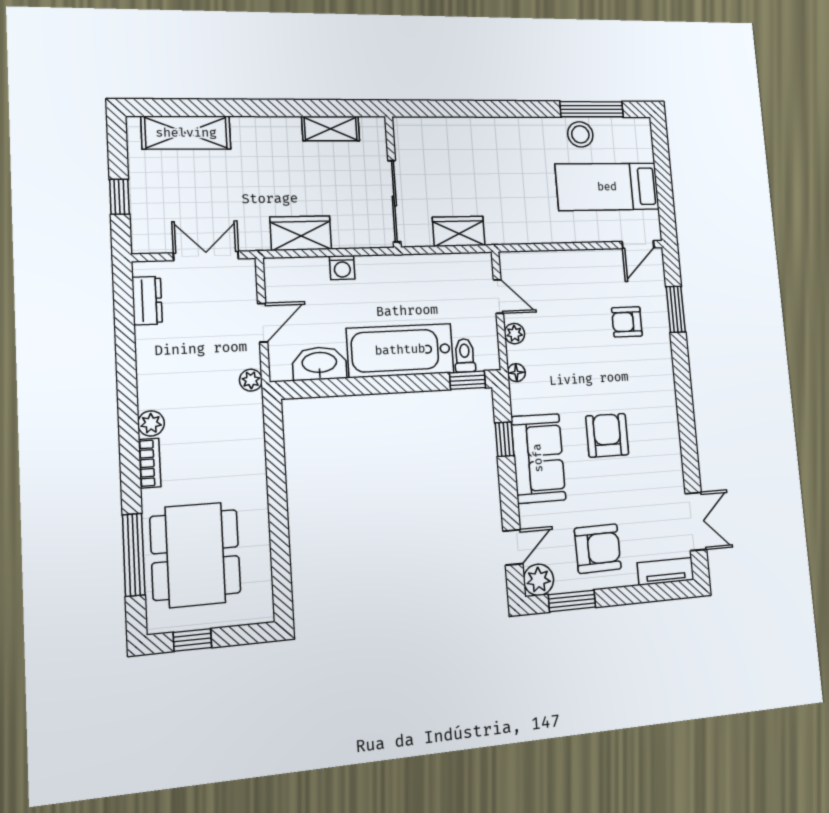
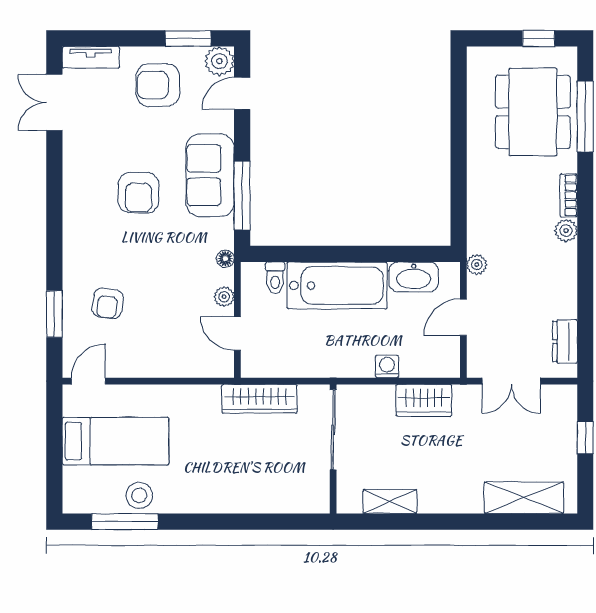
wardrobe: (459, 231) -> (259, 399), width x1.50
armchair: (627, 322) -> (108, 303), turned 99
window: (467, 380) -> (274, 254), removed
window: (505, 439) -> (242, 196), width x2.17

